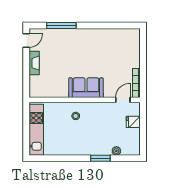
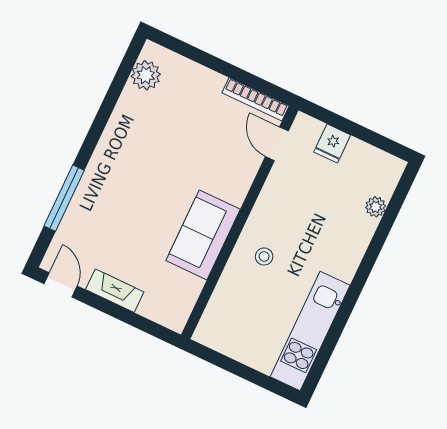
plant: (125, 35) -> (146, 75), added
sofa: (86, 88) -> (203, 235), moved
kitchen unit: (36, 130) -> (310, 331), moved, turned -90
window: (100, 158) -> (375, 247), removed

